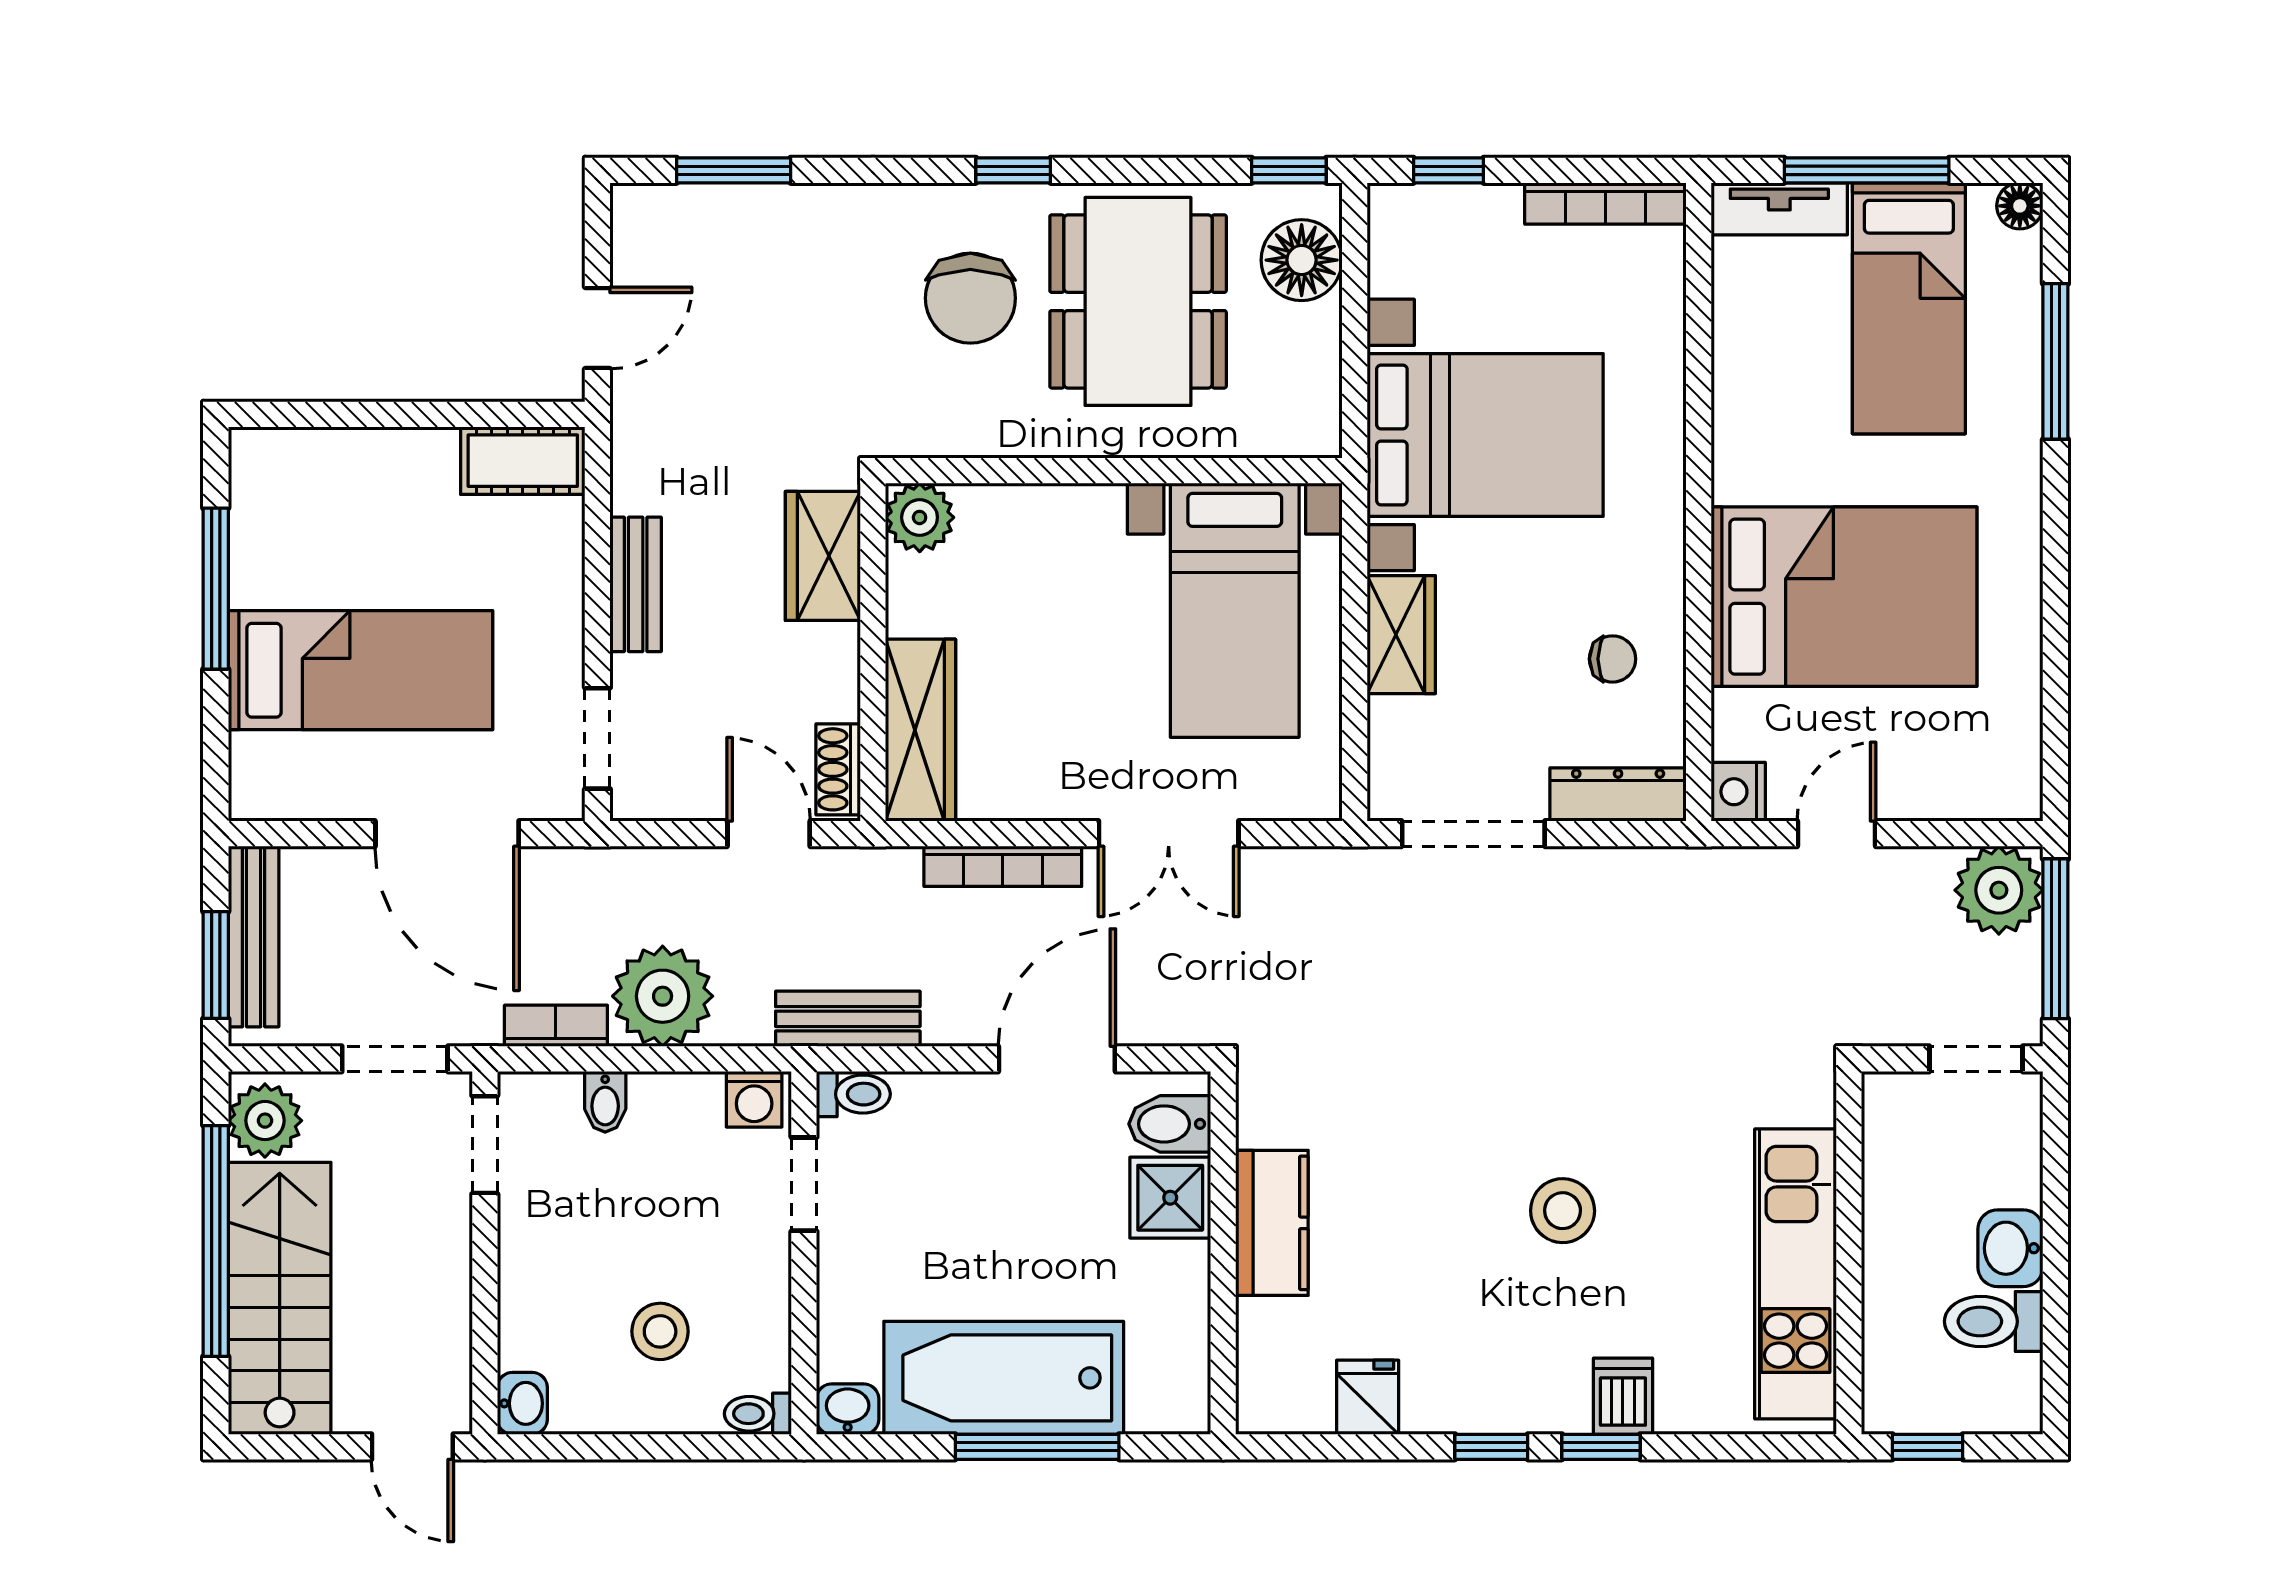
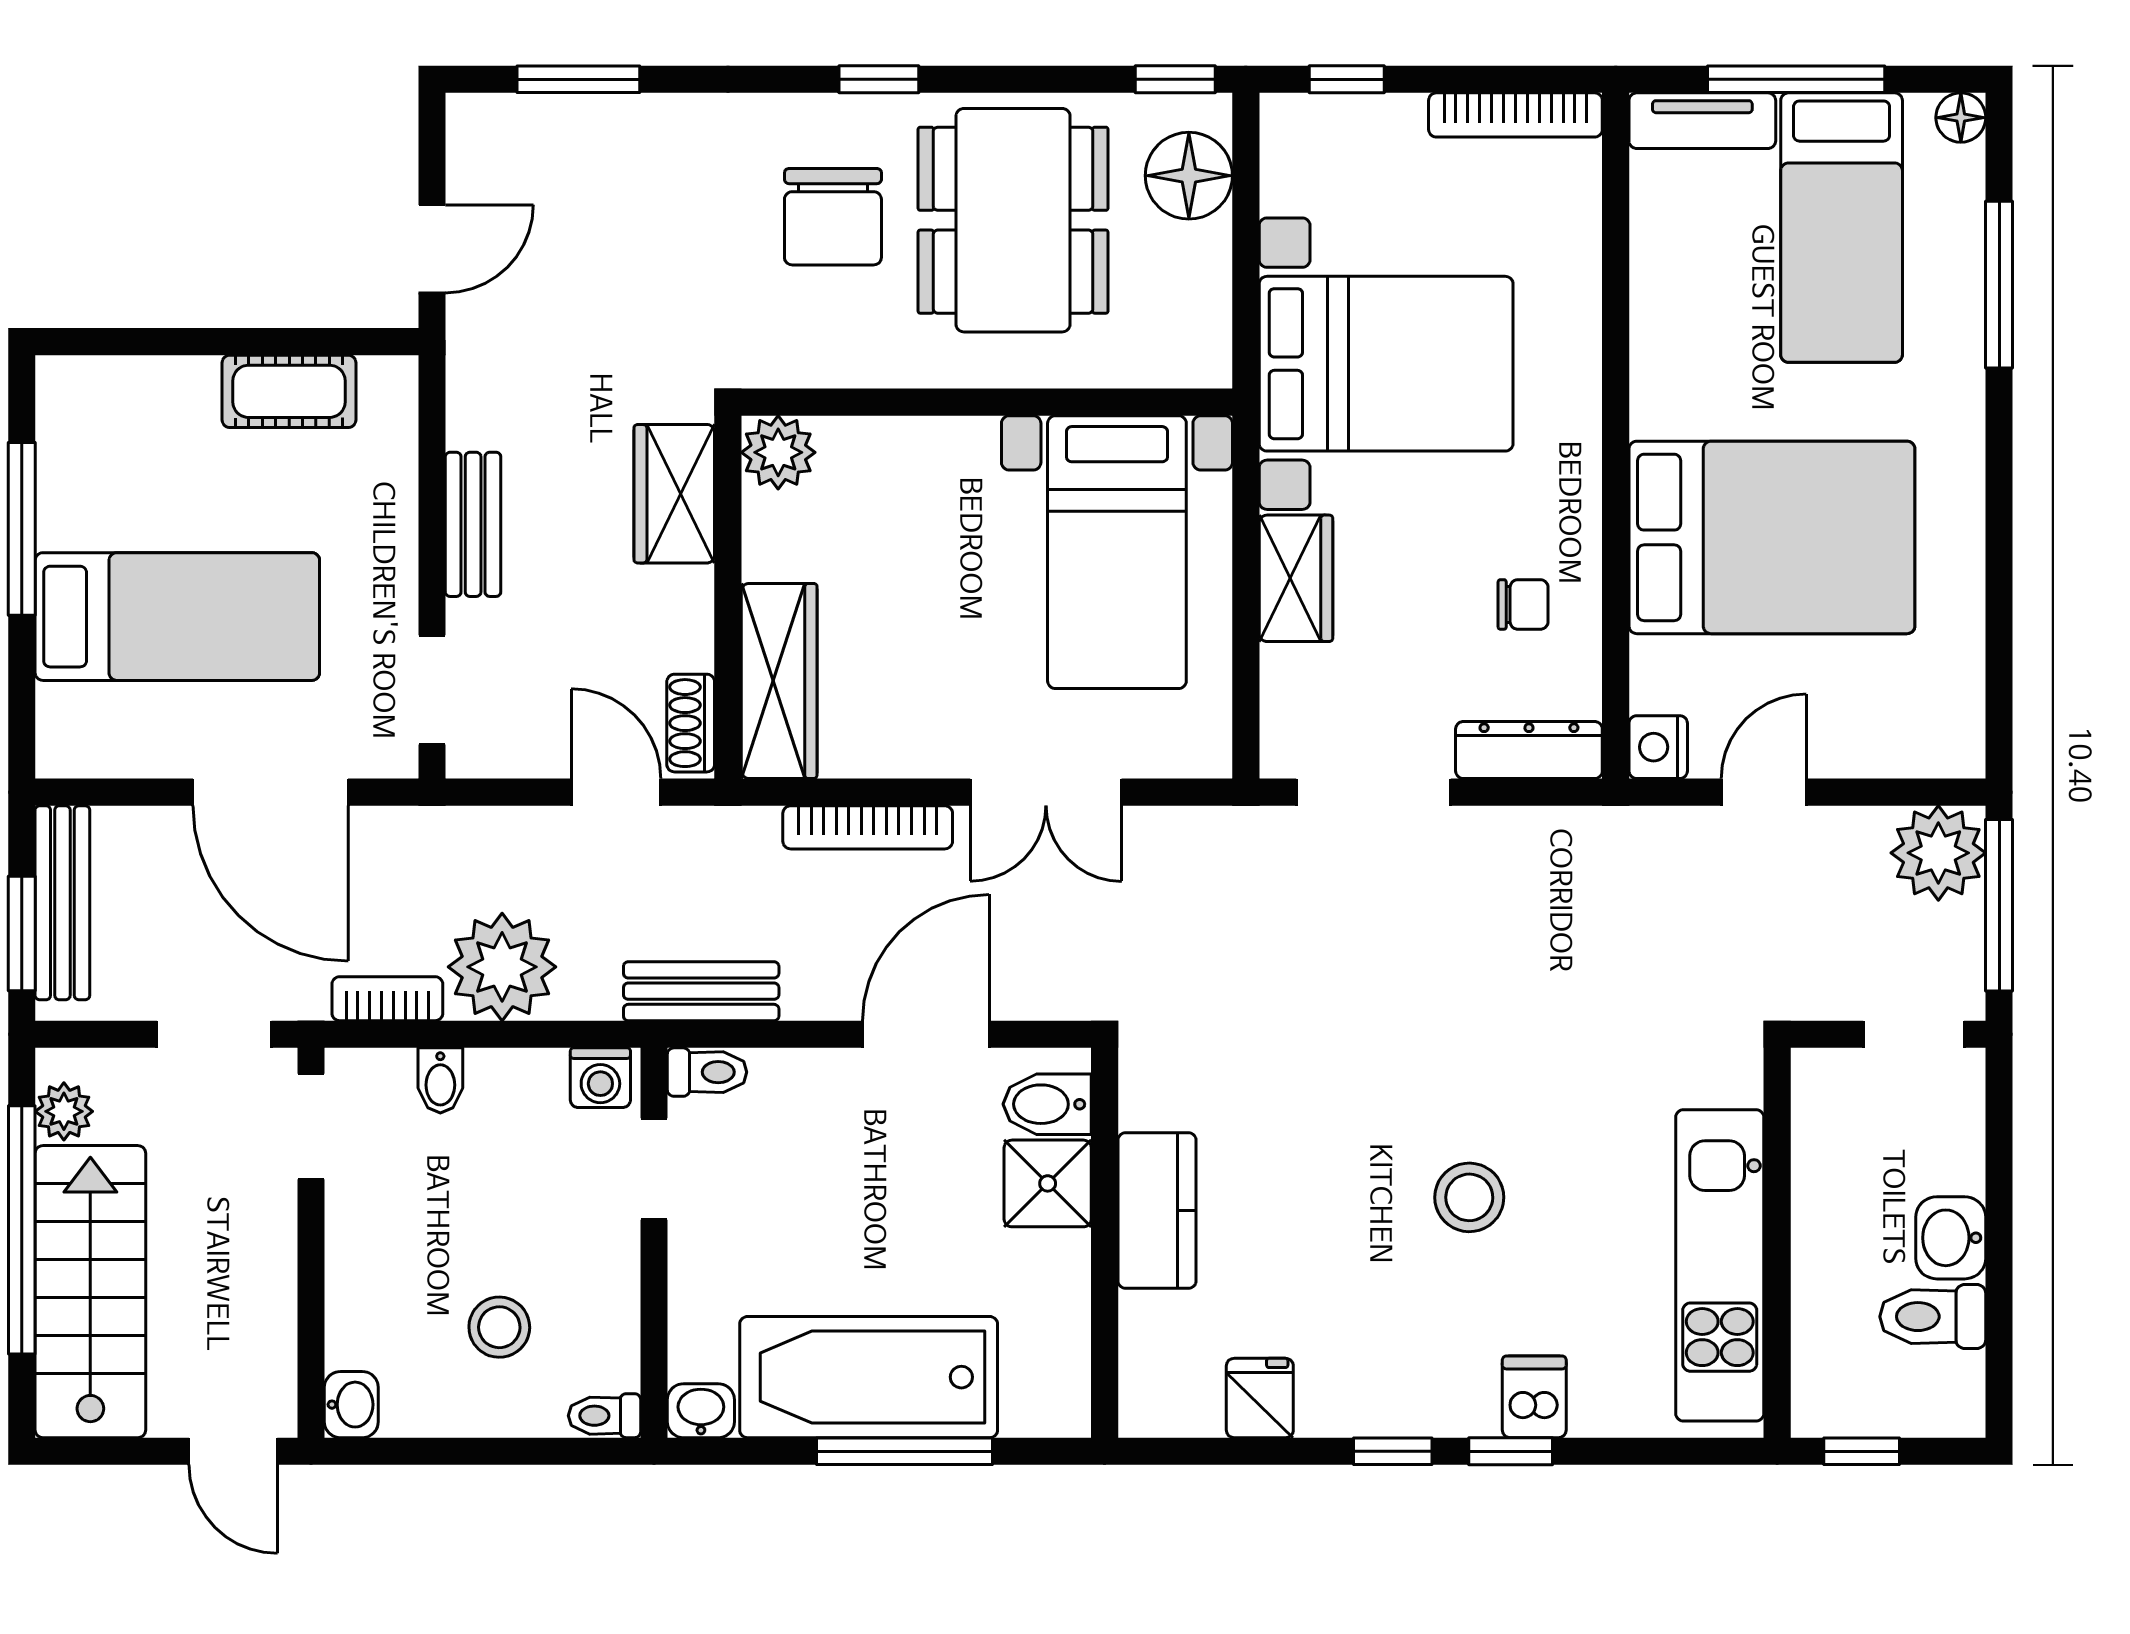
cot: (523, 461) -> (289, 391), moved
plant: (265, 1121) -> (64, 1111), width x0.73, depth x0.73

